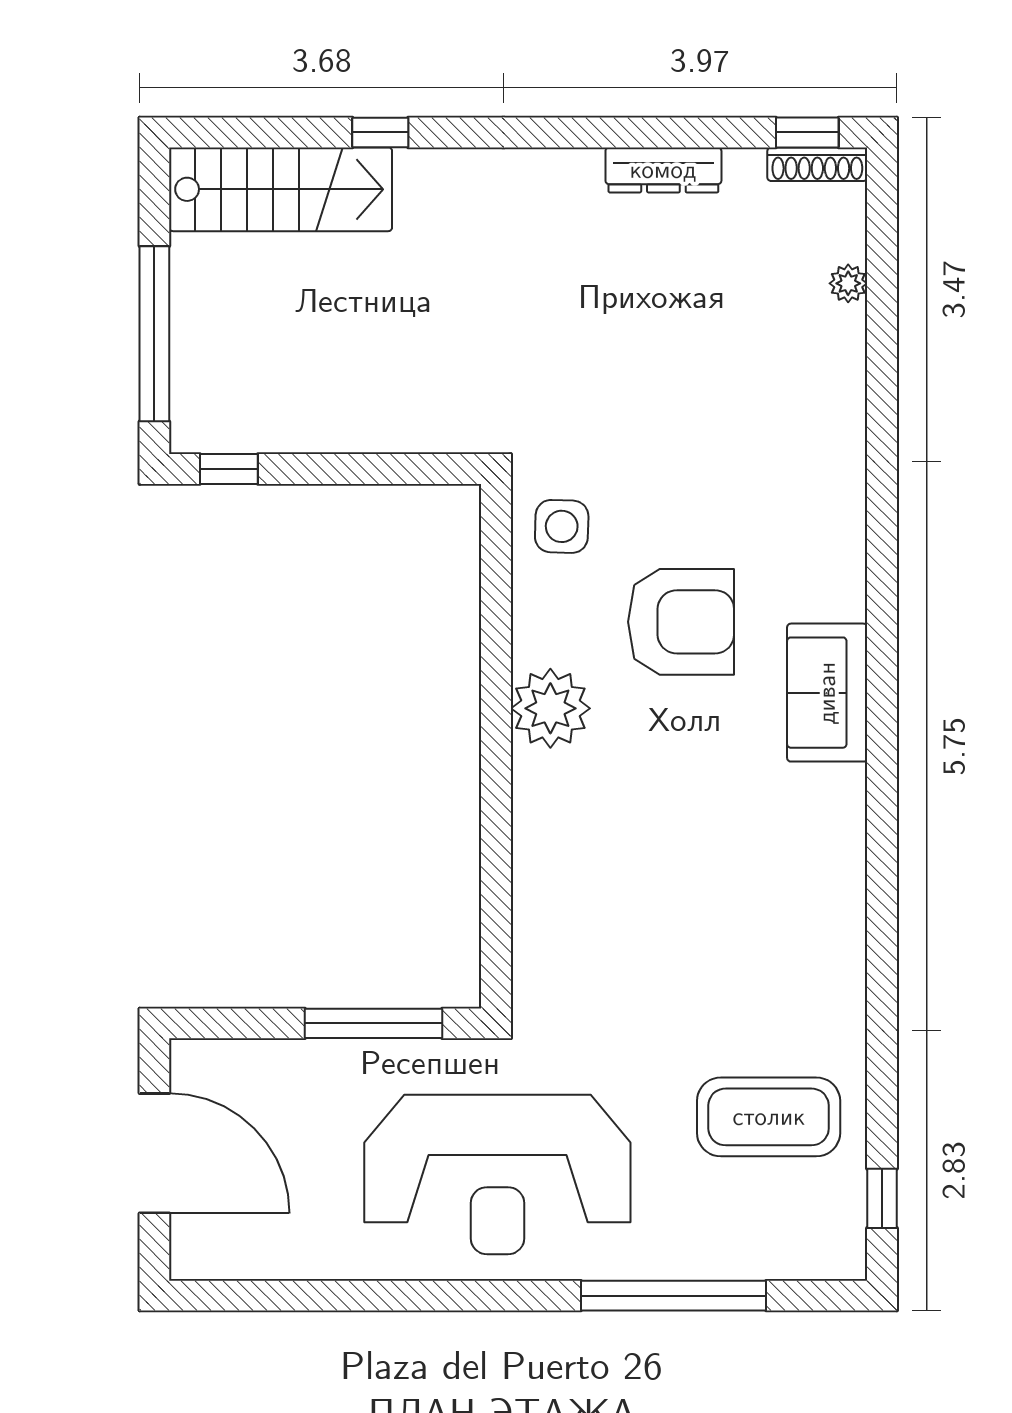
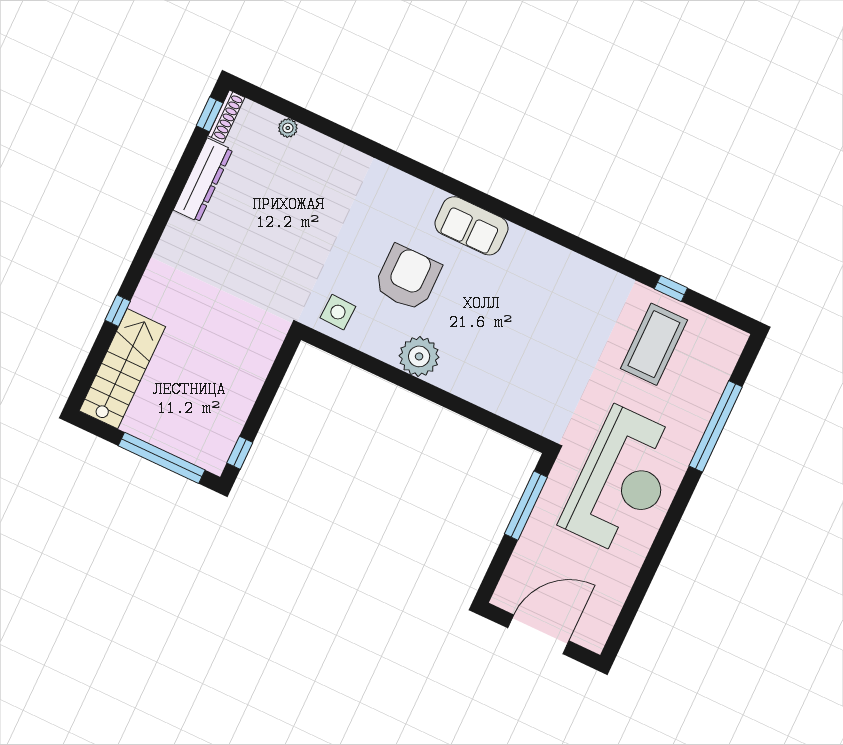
dresser: (663, 170) -> (203, 180), width x1.37, depth x1.24
window: (882, 1198) -> (671, 288), moved

